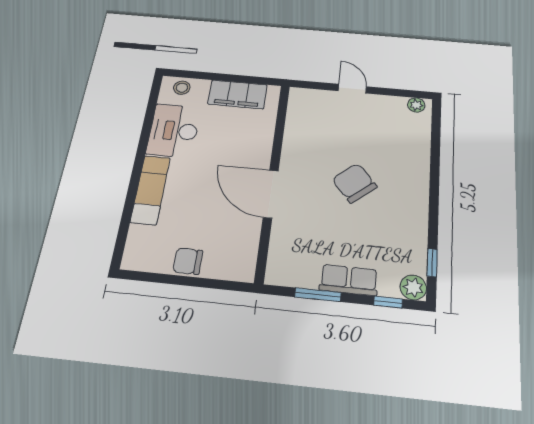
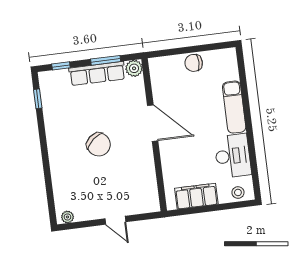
chair: (188, 261) -> (194, 63), turned 180
row of seats: (349, 280) -> (97, 74), width x1.48
plant: (413, 287) -> (134, 68), moved

